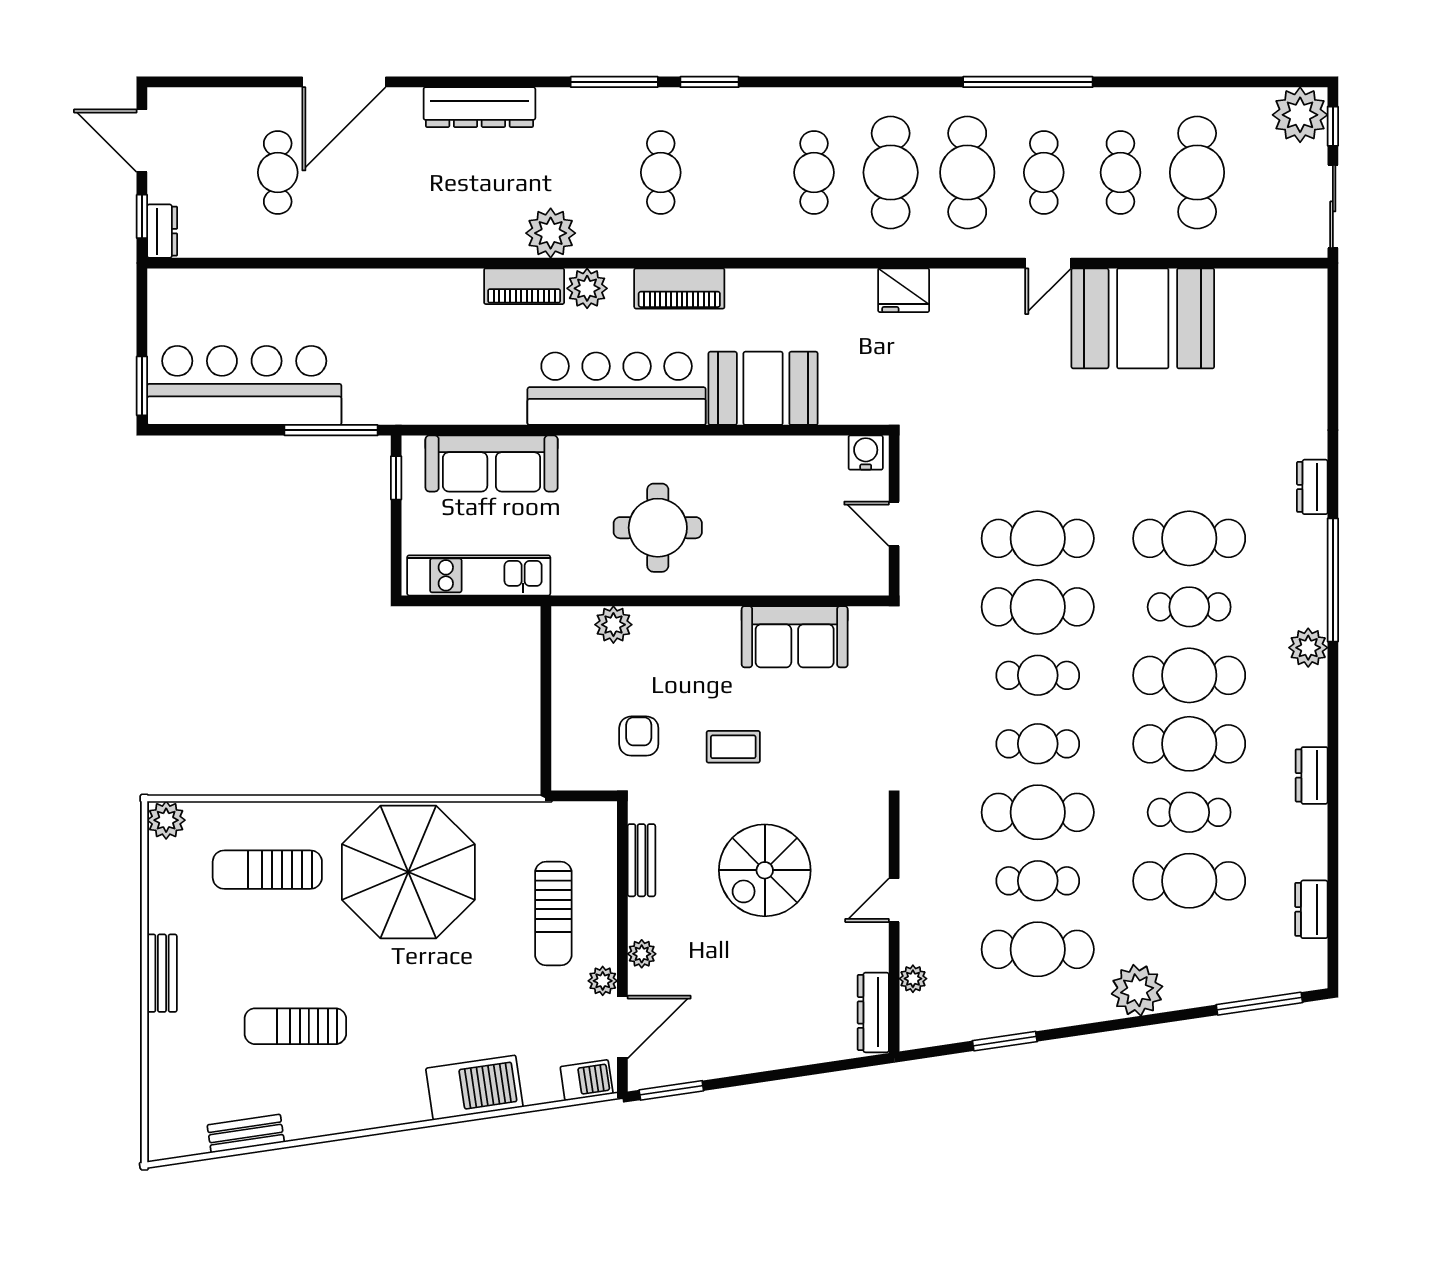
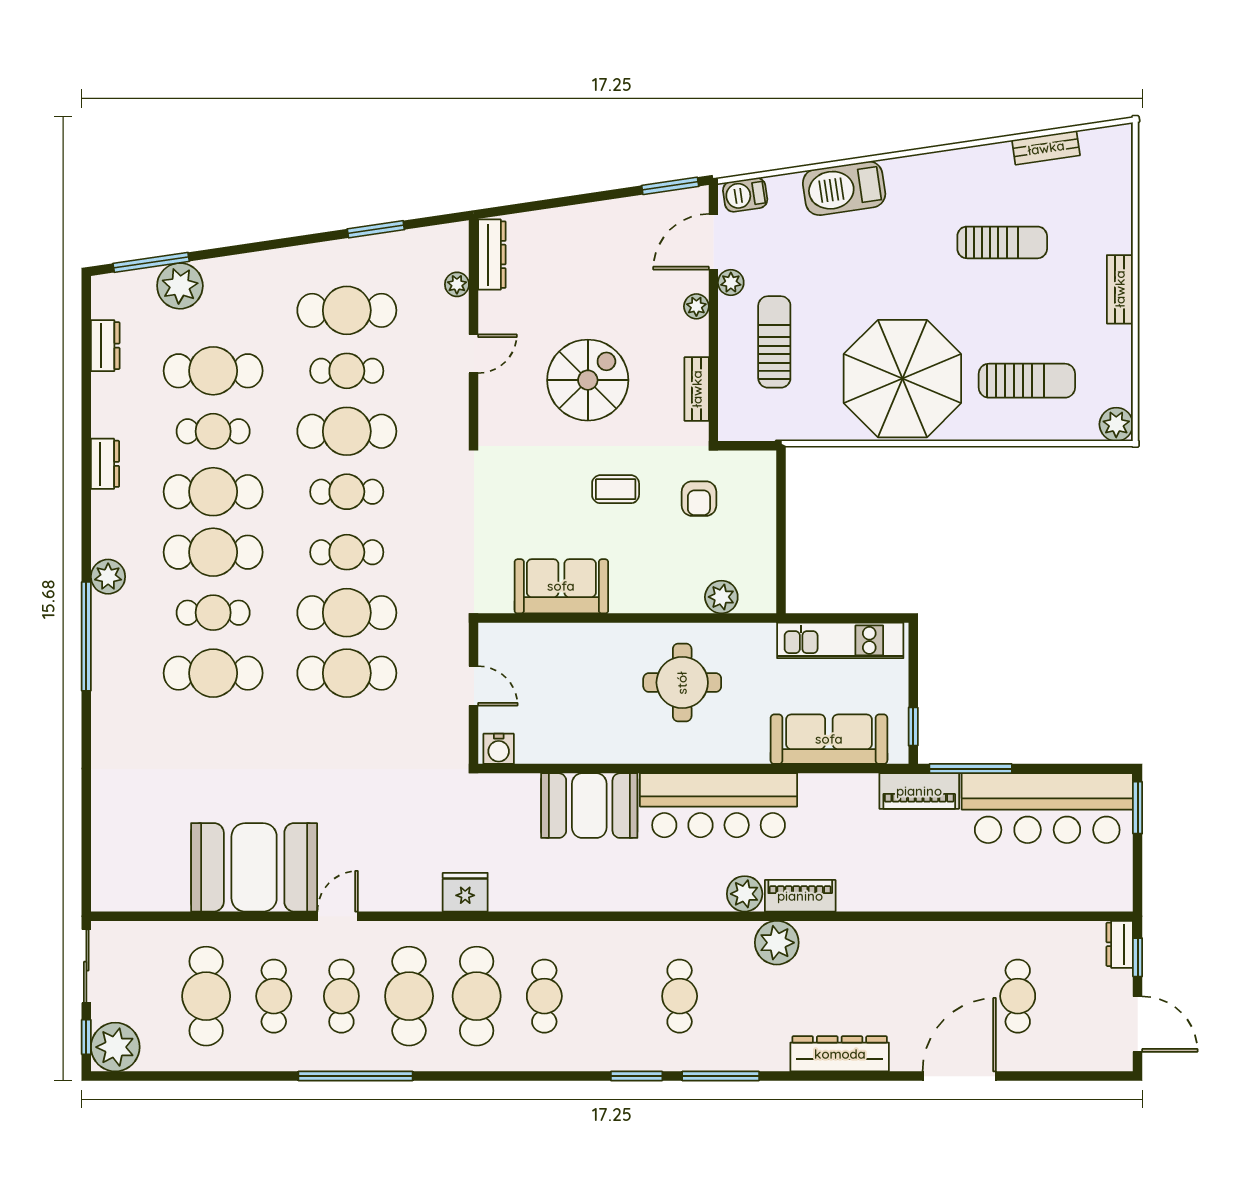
piano: (679, 288) -> (919, 791), moved, turned 180
dresser: (1312, 487) -> (104, 719), removed
plant: (1137, 990) -> (180, 286), moved

